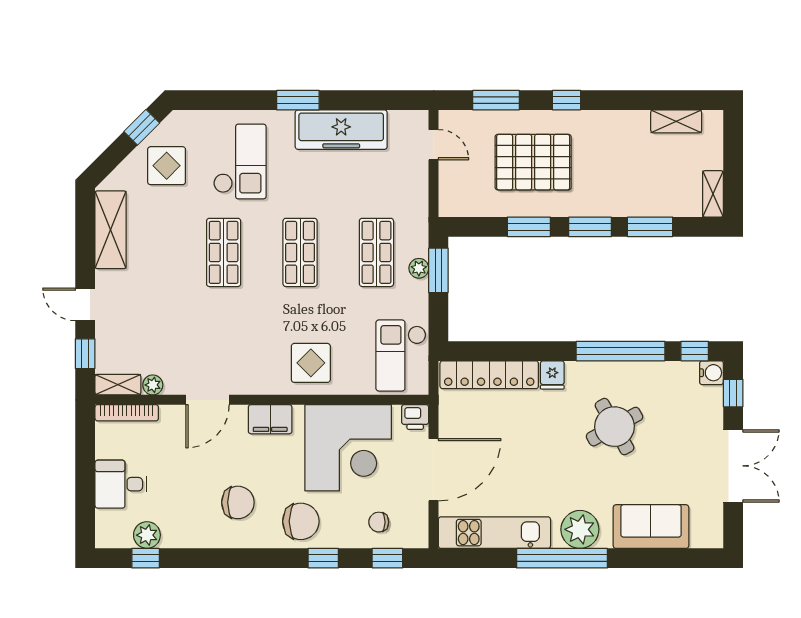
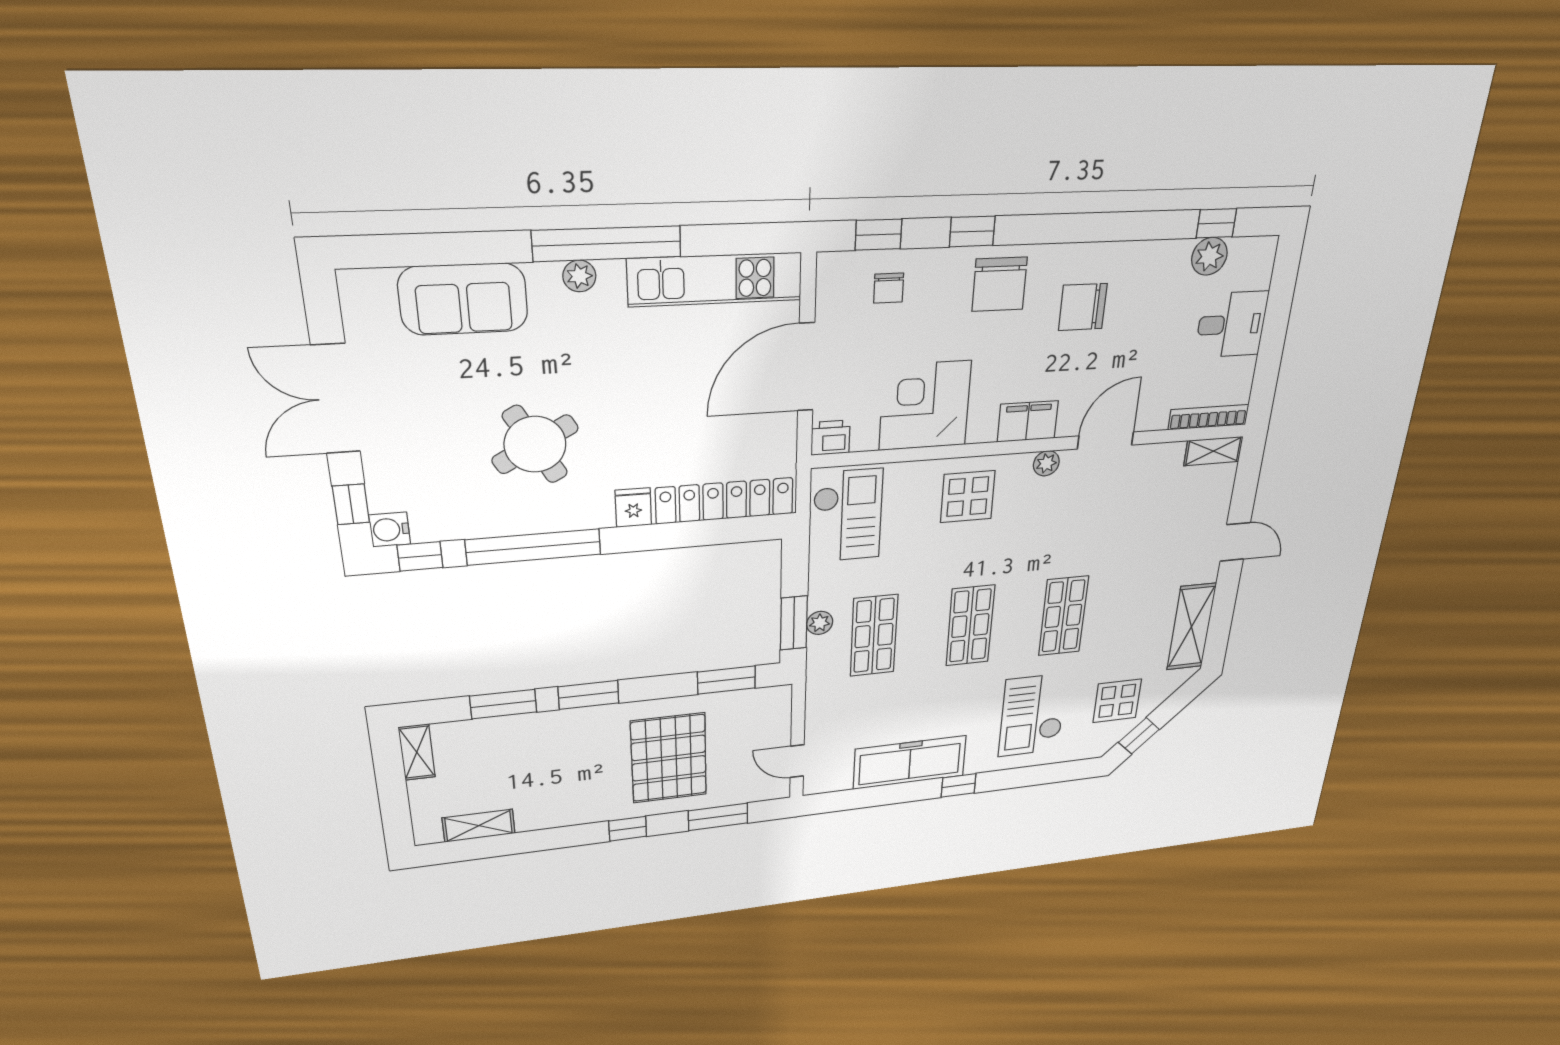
window: (298, 100) -> (959, 785), width x0.67
pallet: (533, 162) -> (669, 758), turned 90
window: (529, 227) -> (726, 680), moved
window: (85, 354) -> (1246, 485), removed
plant: (153, 385) -> (1046, 463), moved
corner desk: (348, 448) -> (925, 406), width x0.74, depth x0.74
chair: (301, 521) -> (999, 284), turned -90
chair: (379, 522) -> (889, 288), turned 90
plant: (580, 529) -> (579, 276), width x0.53, depth x0.53

